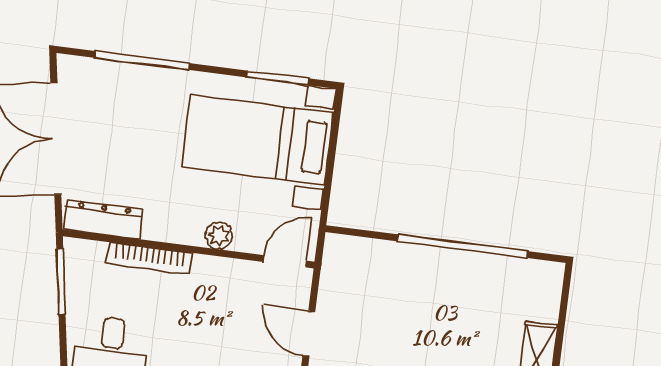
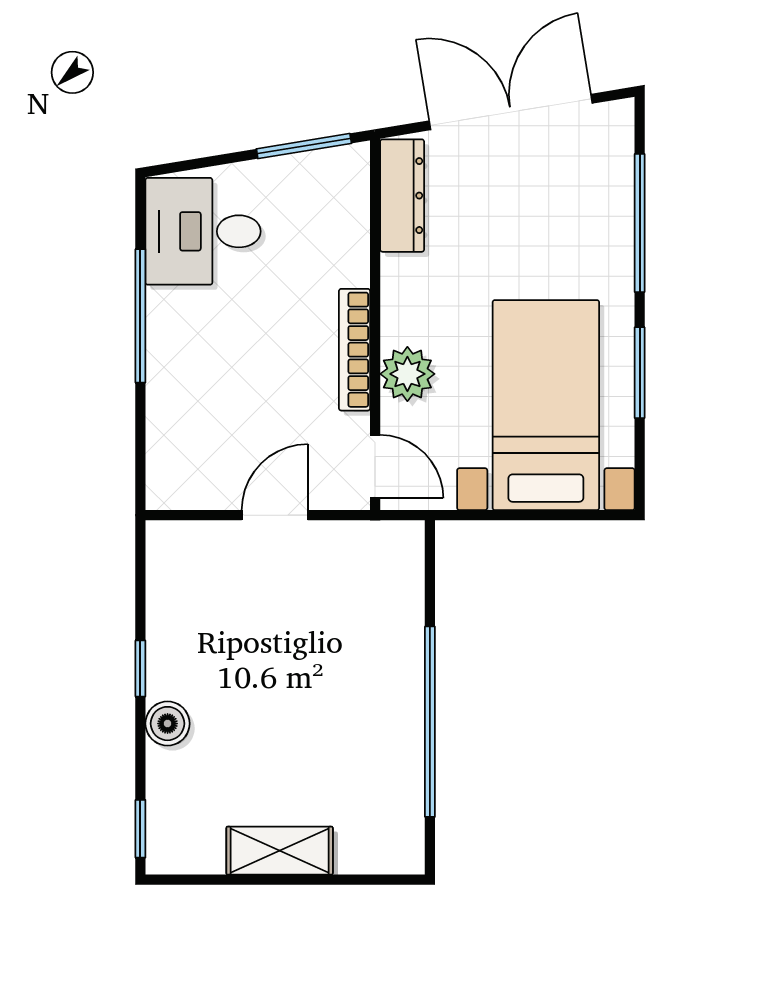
window: (278, 78) -> (640, 373), moved
plant: (219, 236) -> (407, 374), width x1.38, depth x1.38
bookcase: (150, 258) -> (355, 350), moved

